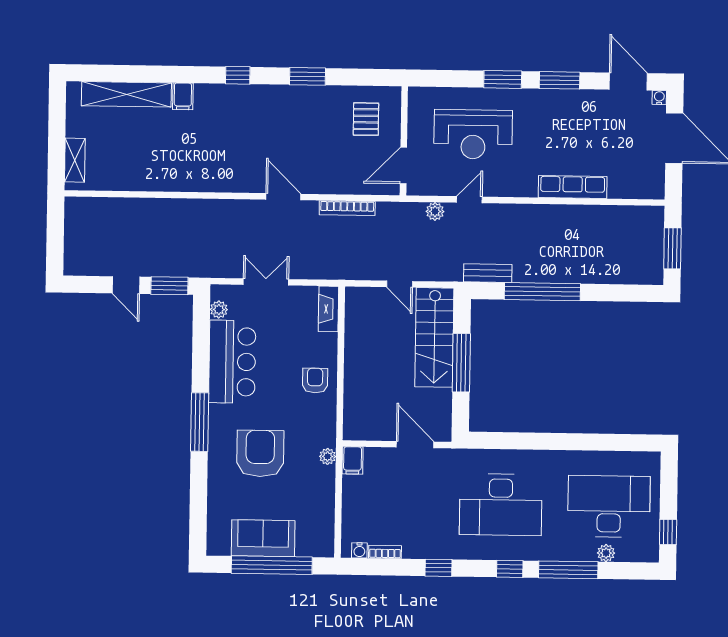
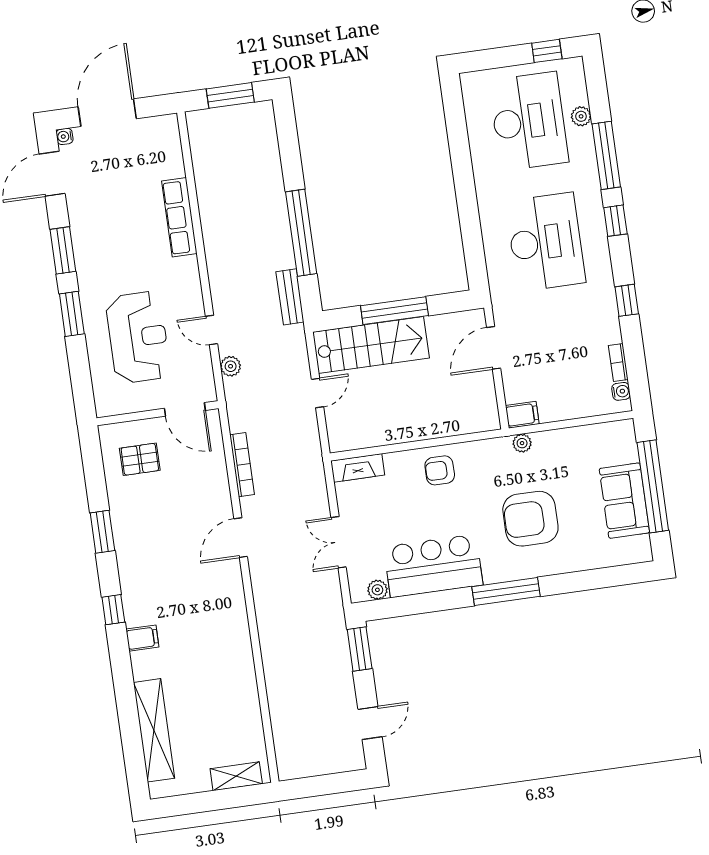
filing cabinet: (183, 96) -> (142, 638), moved
door: (126, 285) -> (370, 723), moved
desk: (609, 506) -> (529, 121), turned 180

